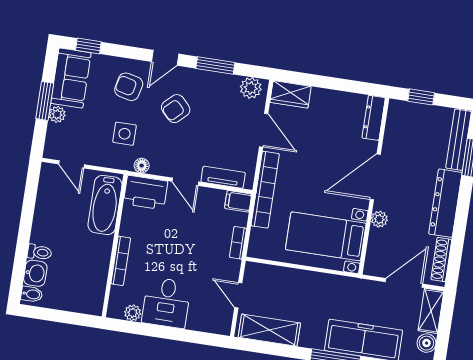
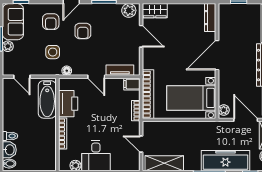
armchair: (129, 87) -> (51, 22), turned -103
armchair: (176, 109) -> (83, 31), turned -46
bookcase: (265, 190) -> (148, 94), moved
printer: (146, 193) -> (68, 104), moved, turned -90
plant: (379, 219) -> (224, 110), moved
door: (404, 283) -> (246, 120), hinge flipped

